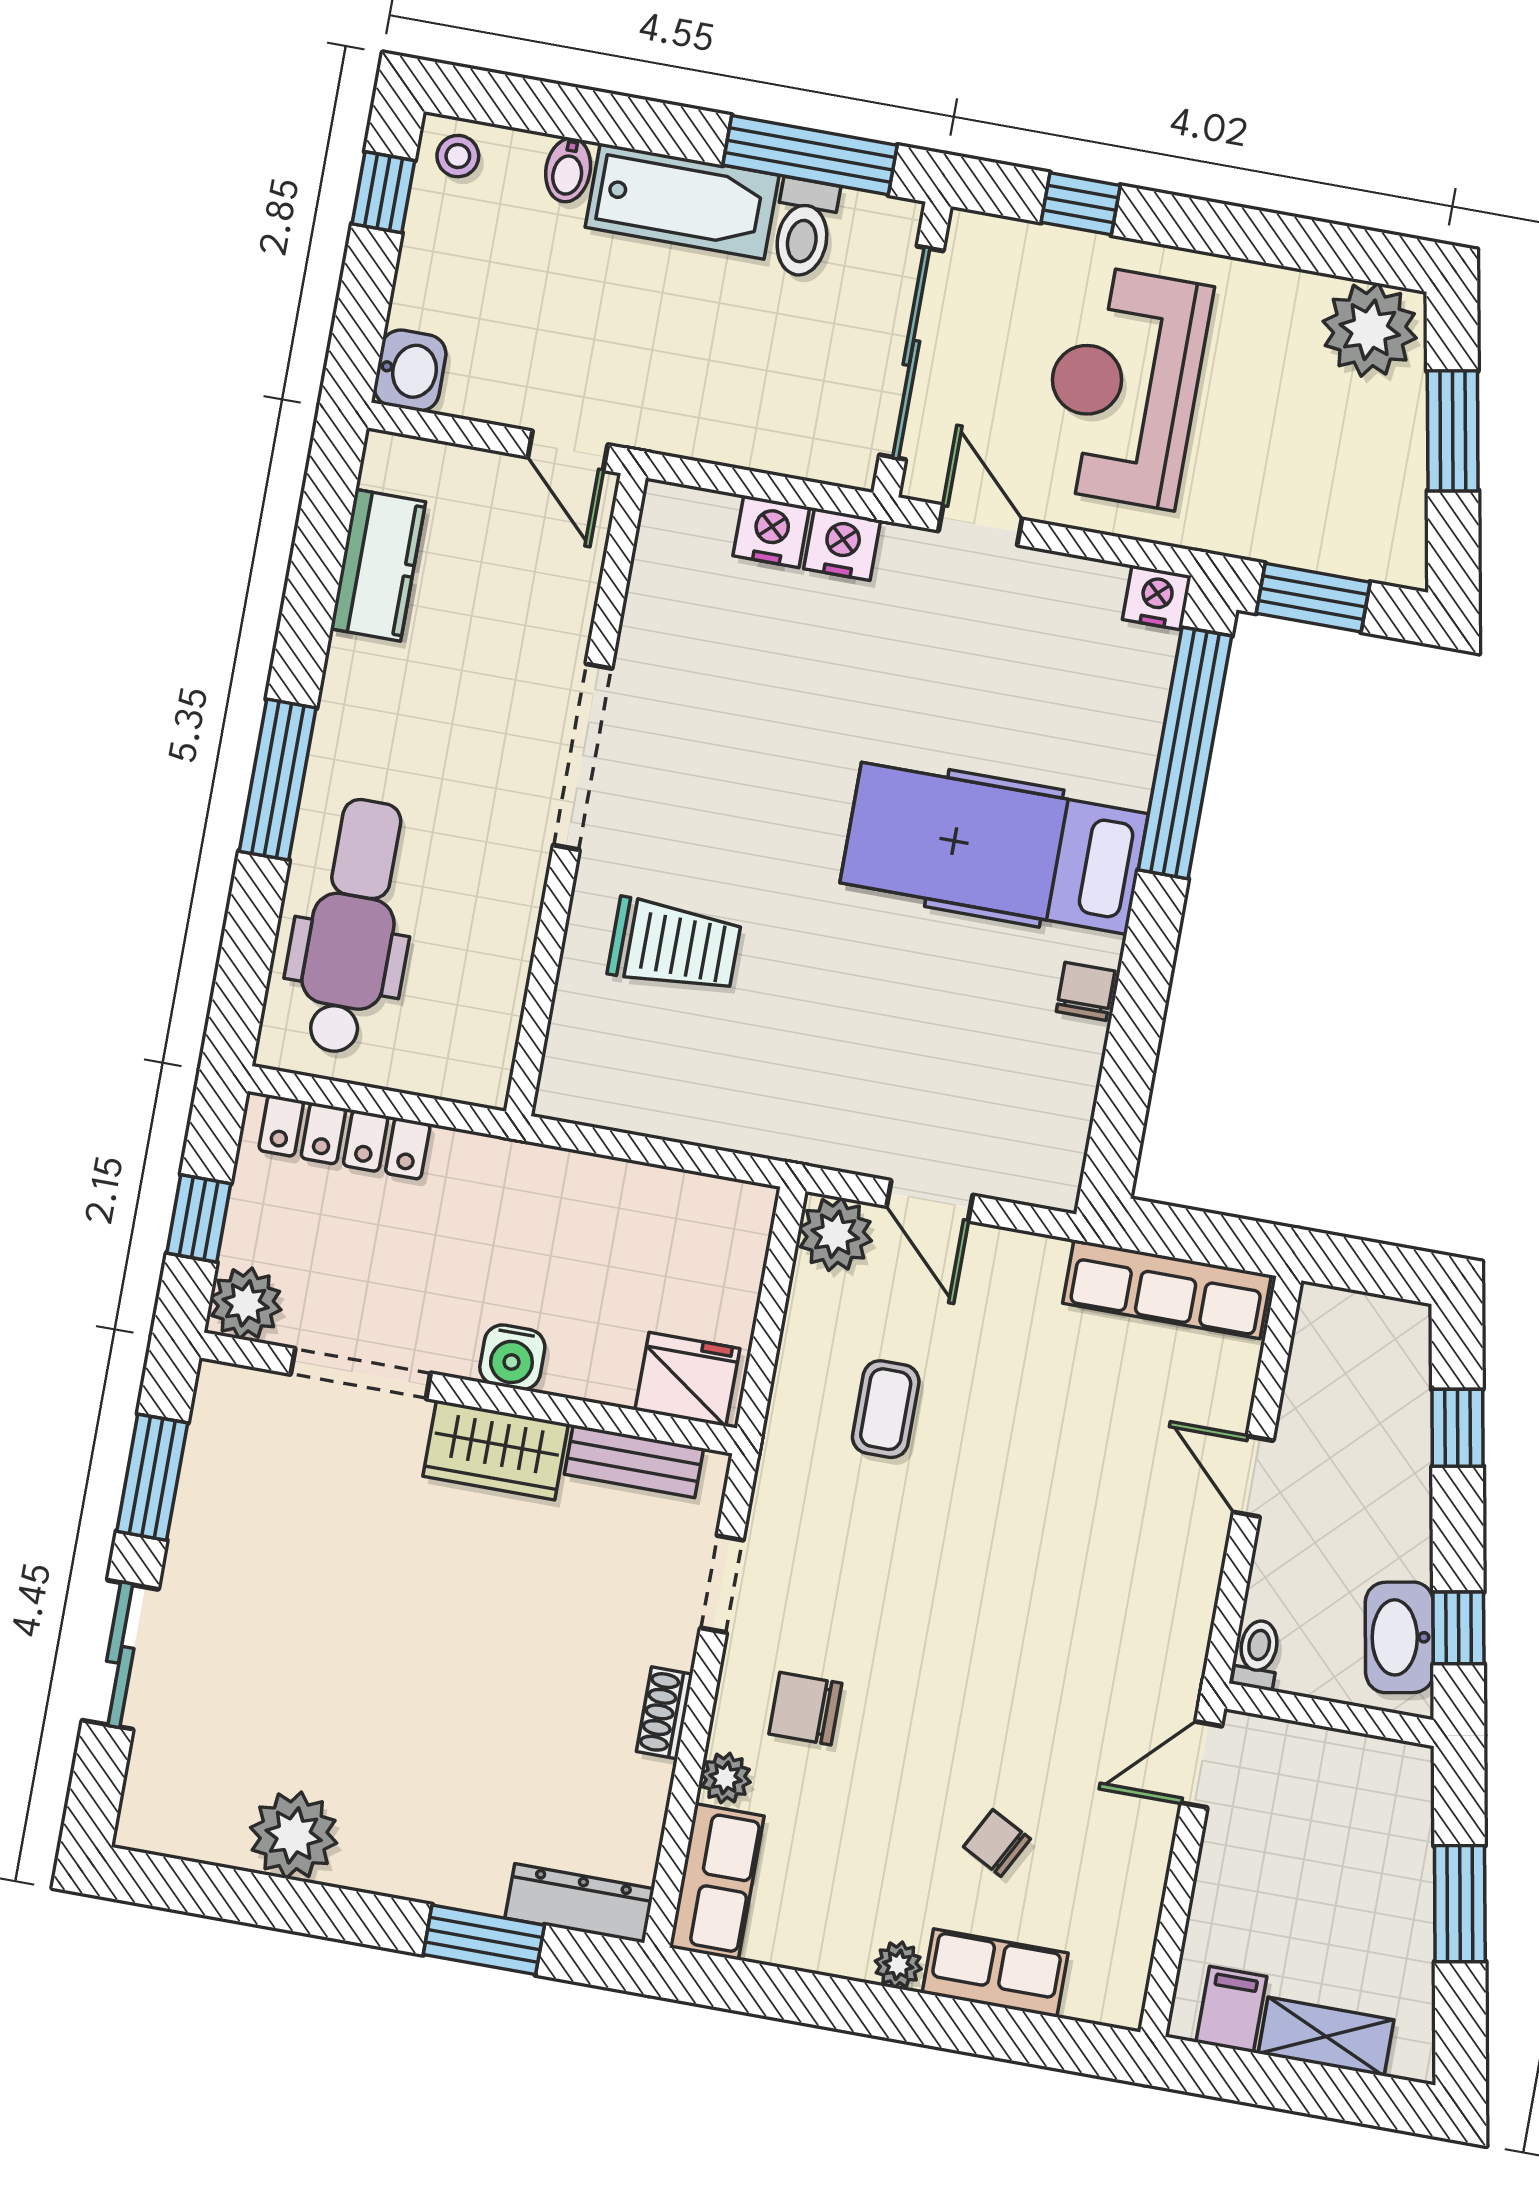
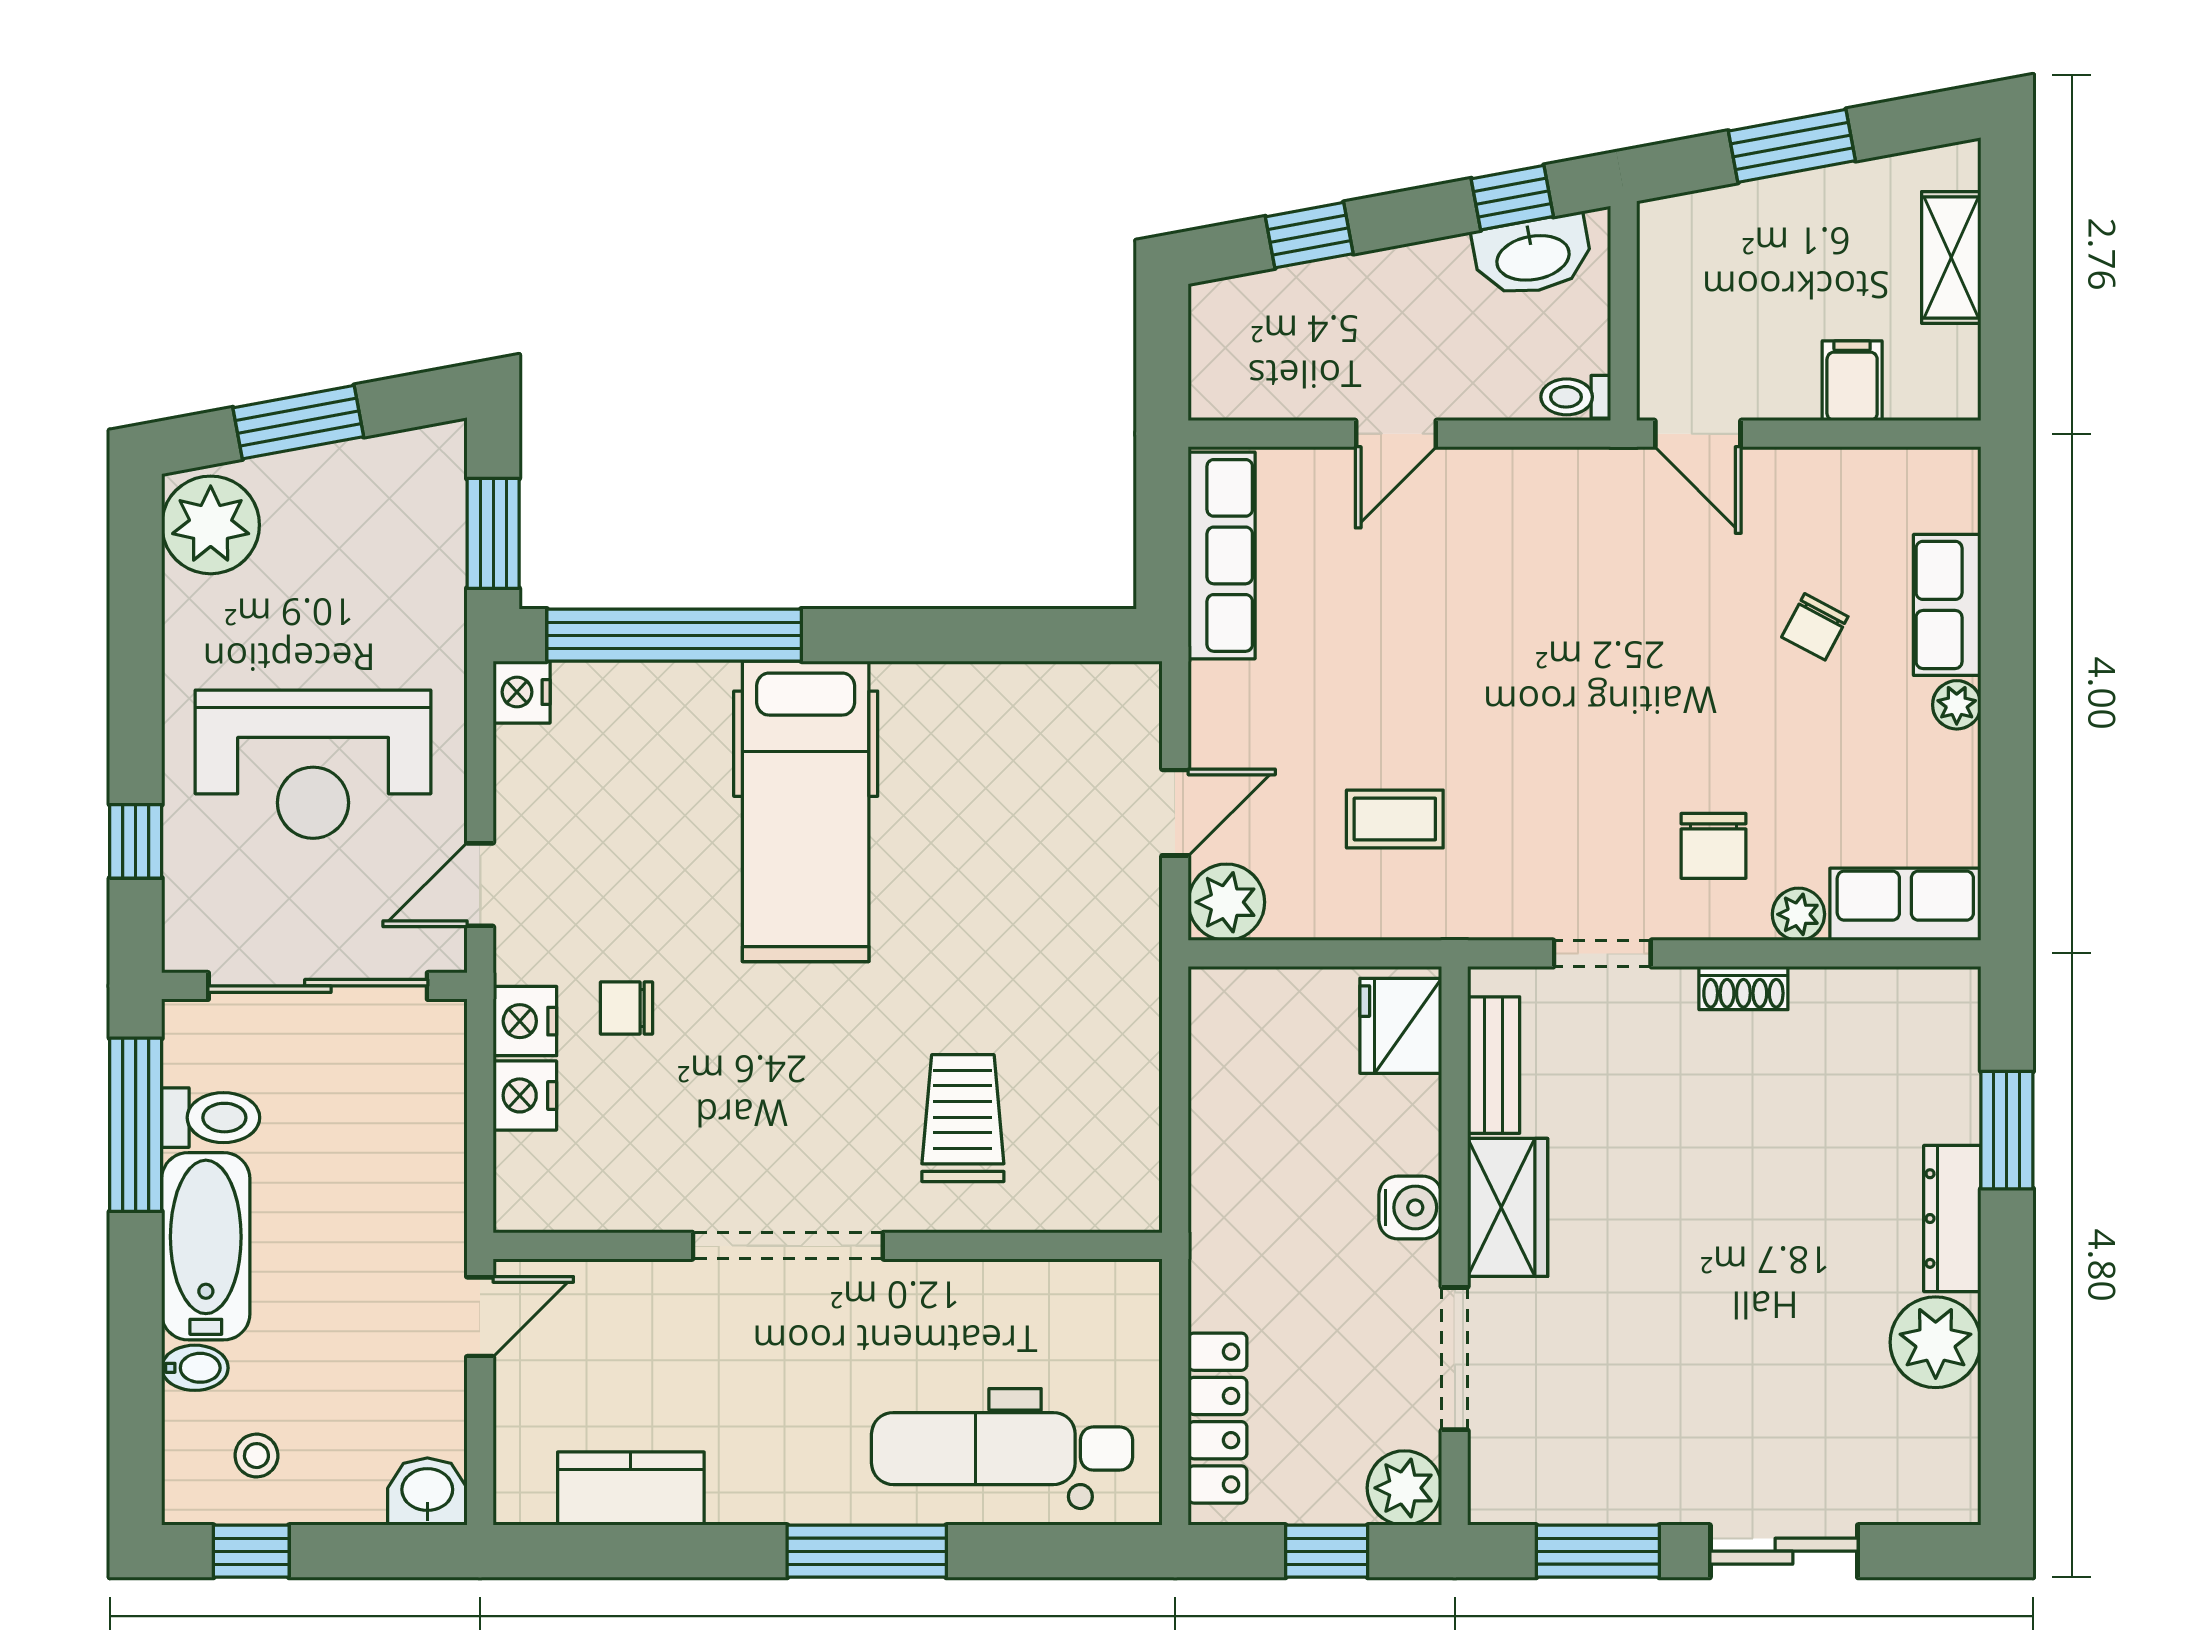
stool: (458, 156) -> (256, 1456), moved
chair: (1086, 991) -> (626, 1008), moved
dresser: (580, 1903) -> (1952, 1219), moved
filing cabinet: (1231, 2009) -> (1852, 381), moved, turned 90

